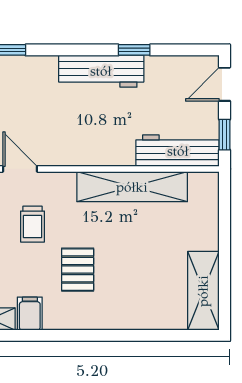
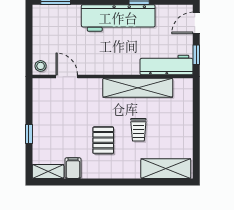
workbench: (101, 71) -> (118, 18), width x1.36, depth x1.32
trolley: (32, 224) -> (138, 130), moved
shelving: (203, 291) -> (166, 169), moved, turned 90

